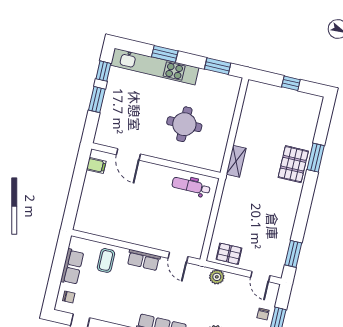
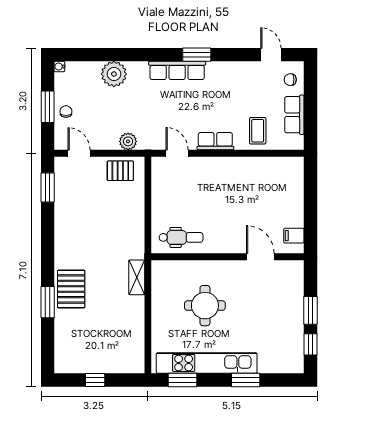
kitchen unit: (155, 67) -> (207, 363), moved

